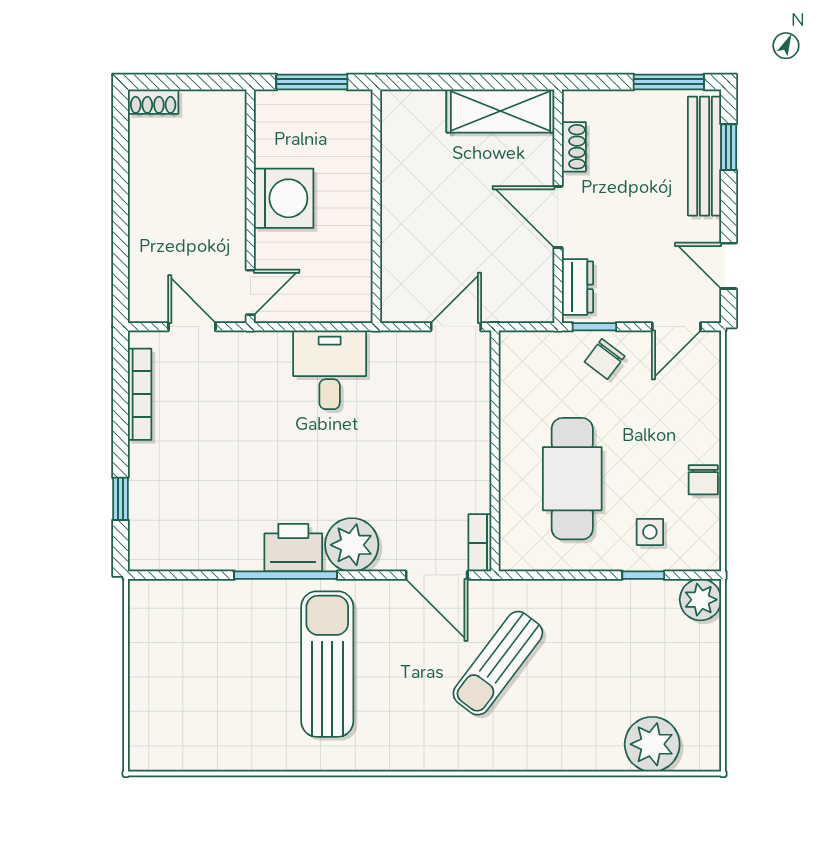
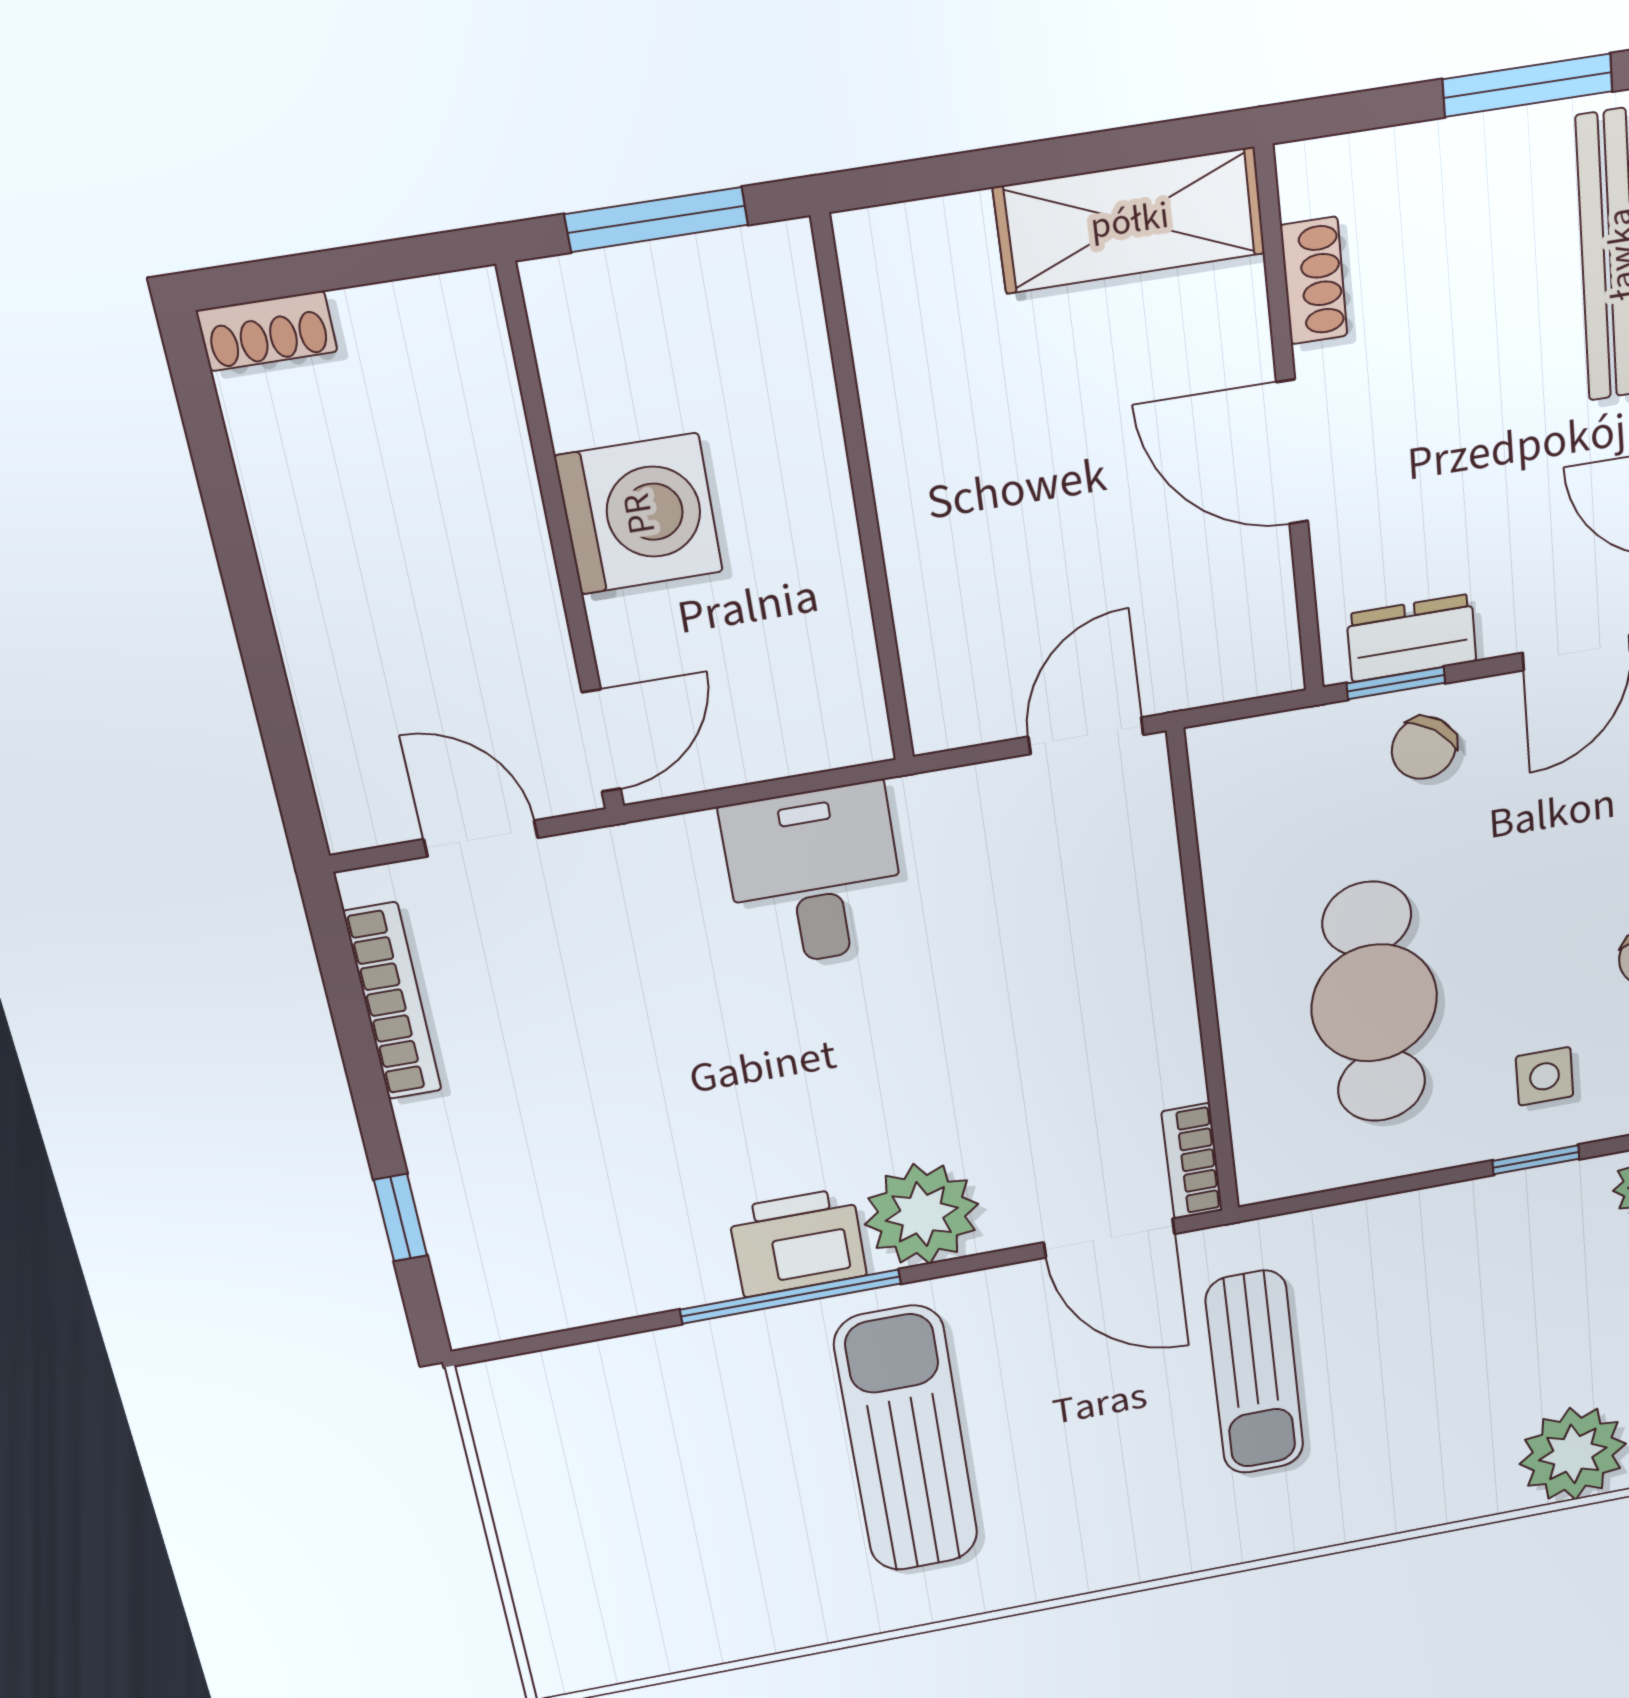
dresser: (577, 287) -> (1412, 638), moved, turned -90
sun lounger: (498, 663) -> (1255, 1373), turned -37

